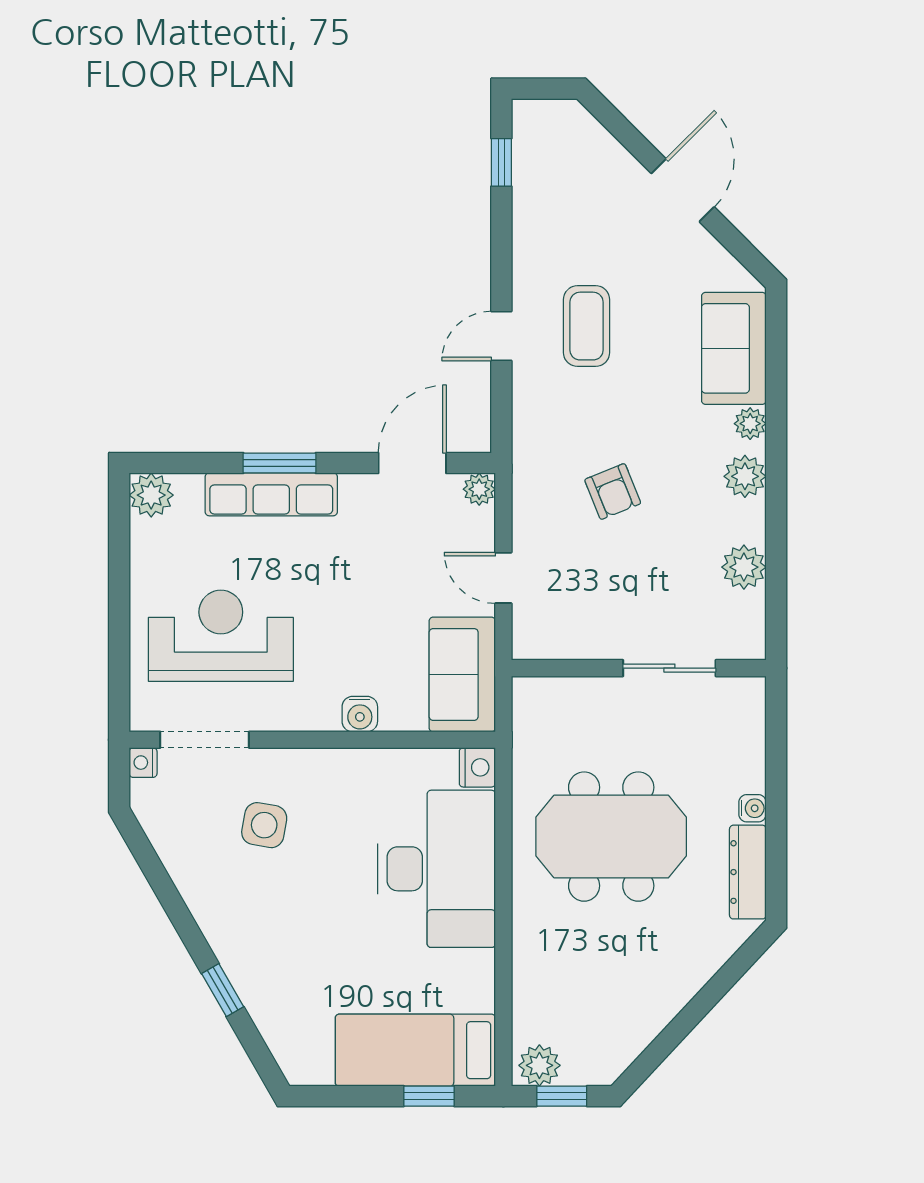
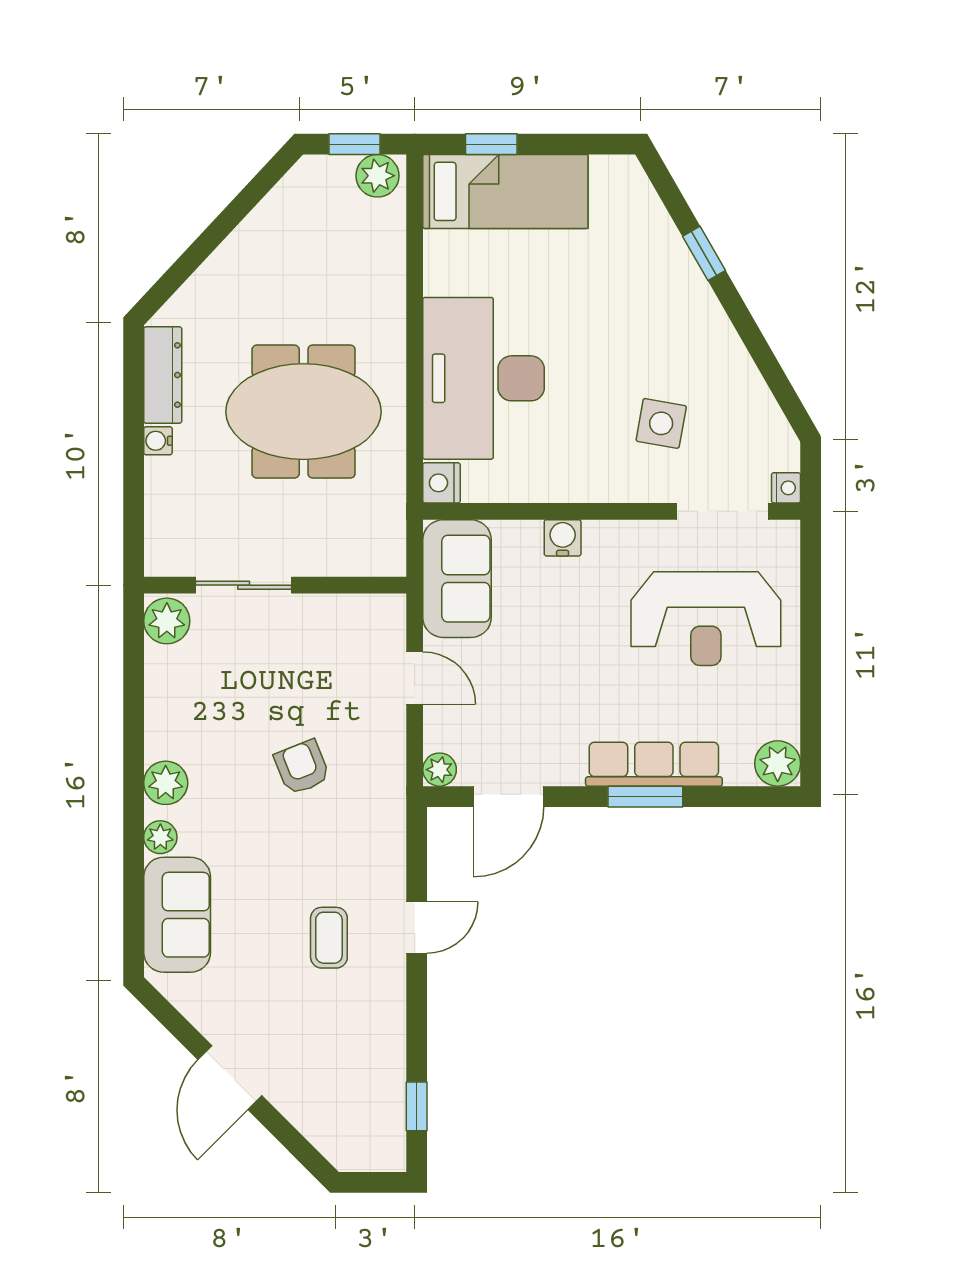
coffee table: (587, 326) -> (329, 938), width x0.73, depth x0.77
plant: (744, 567) -> (167, 621), moved

